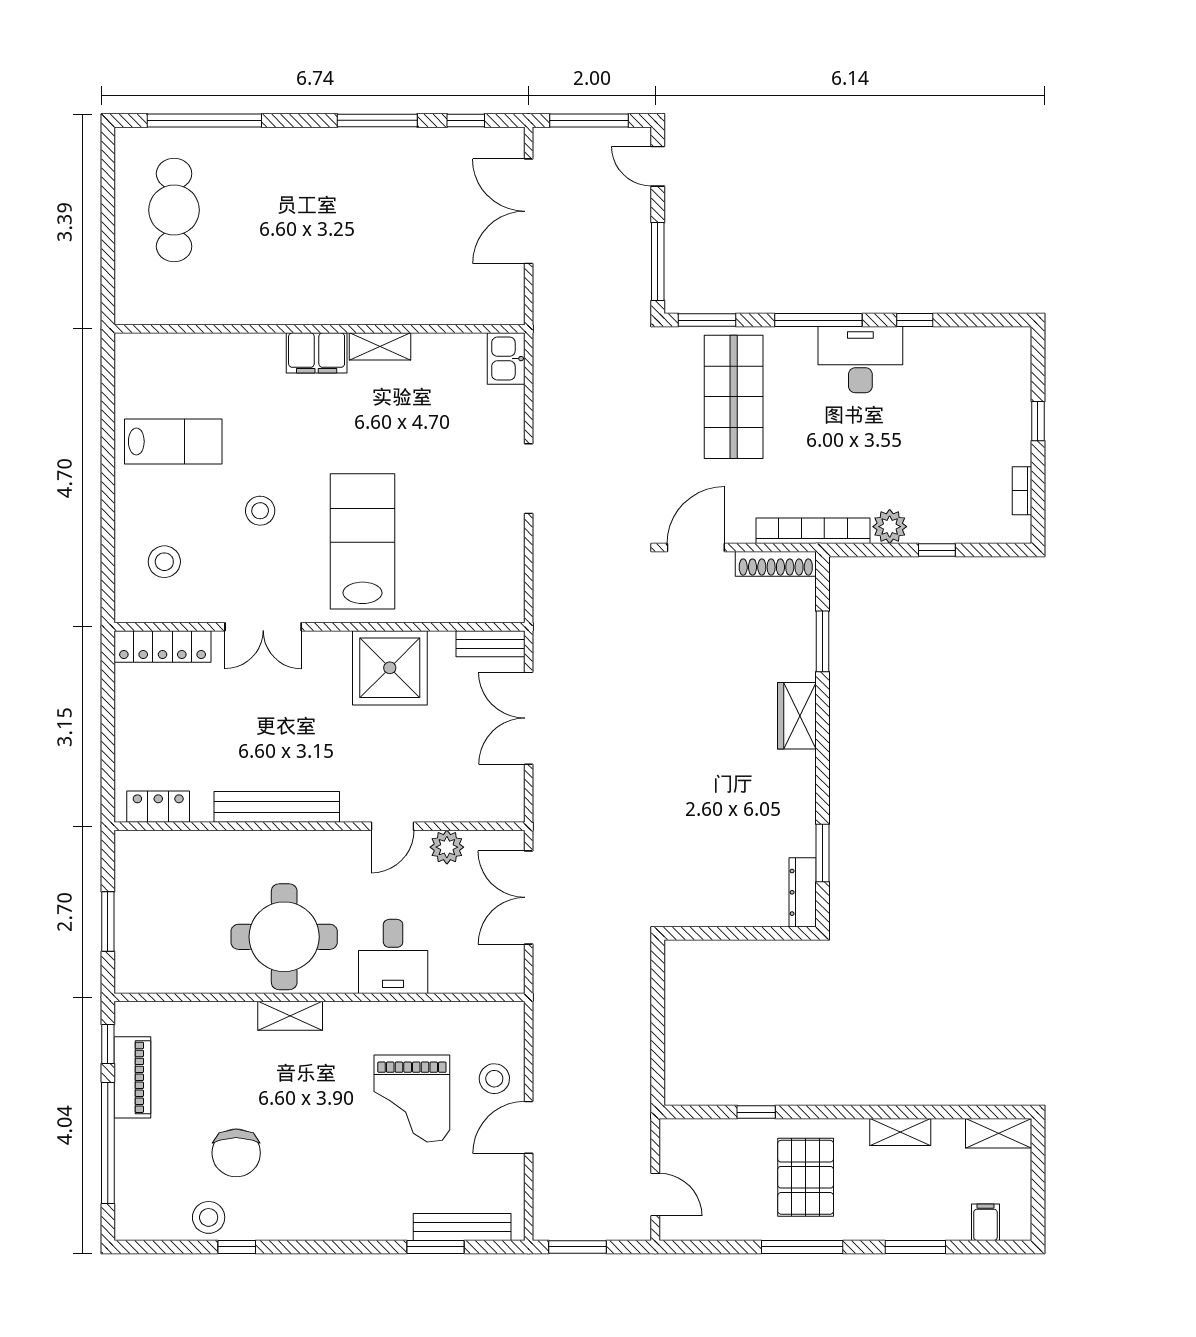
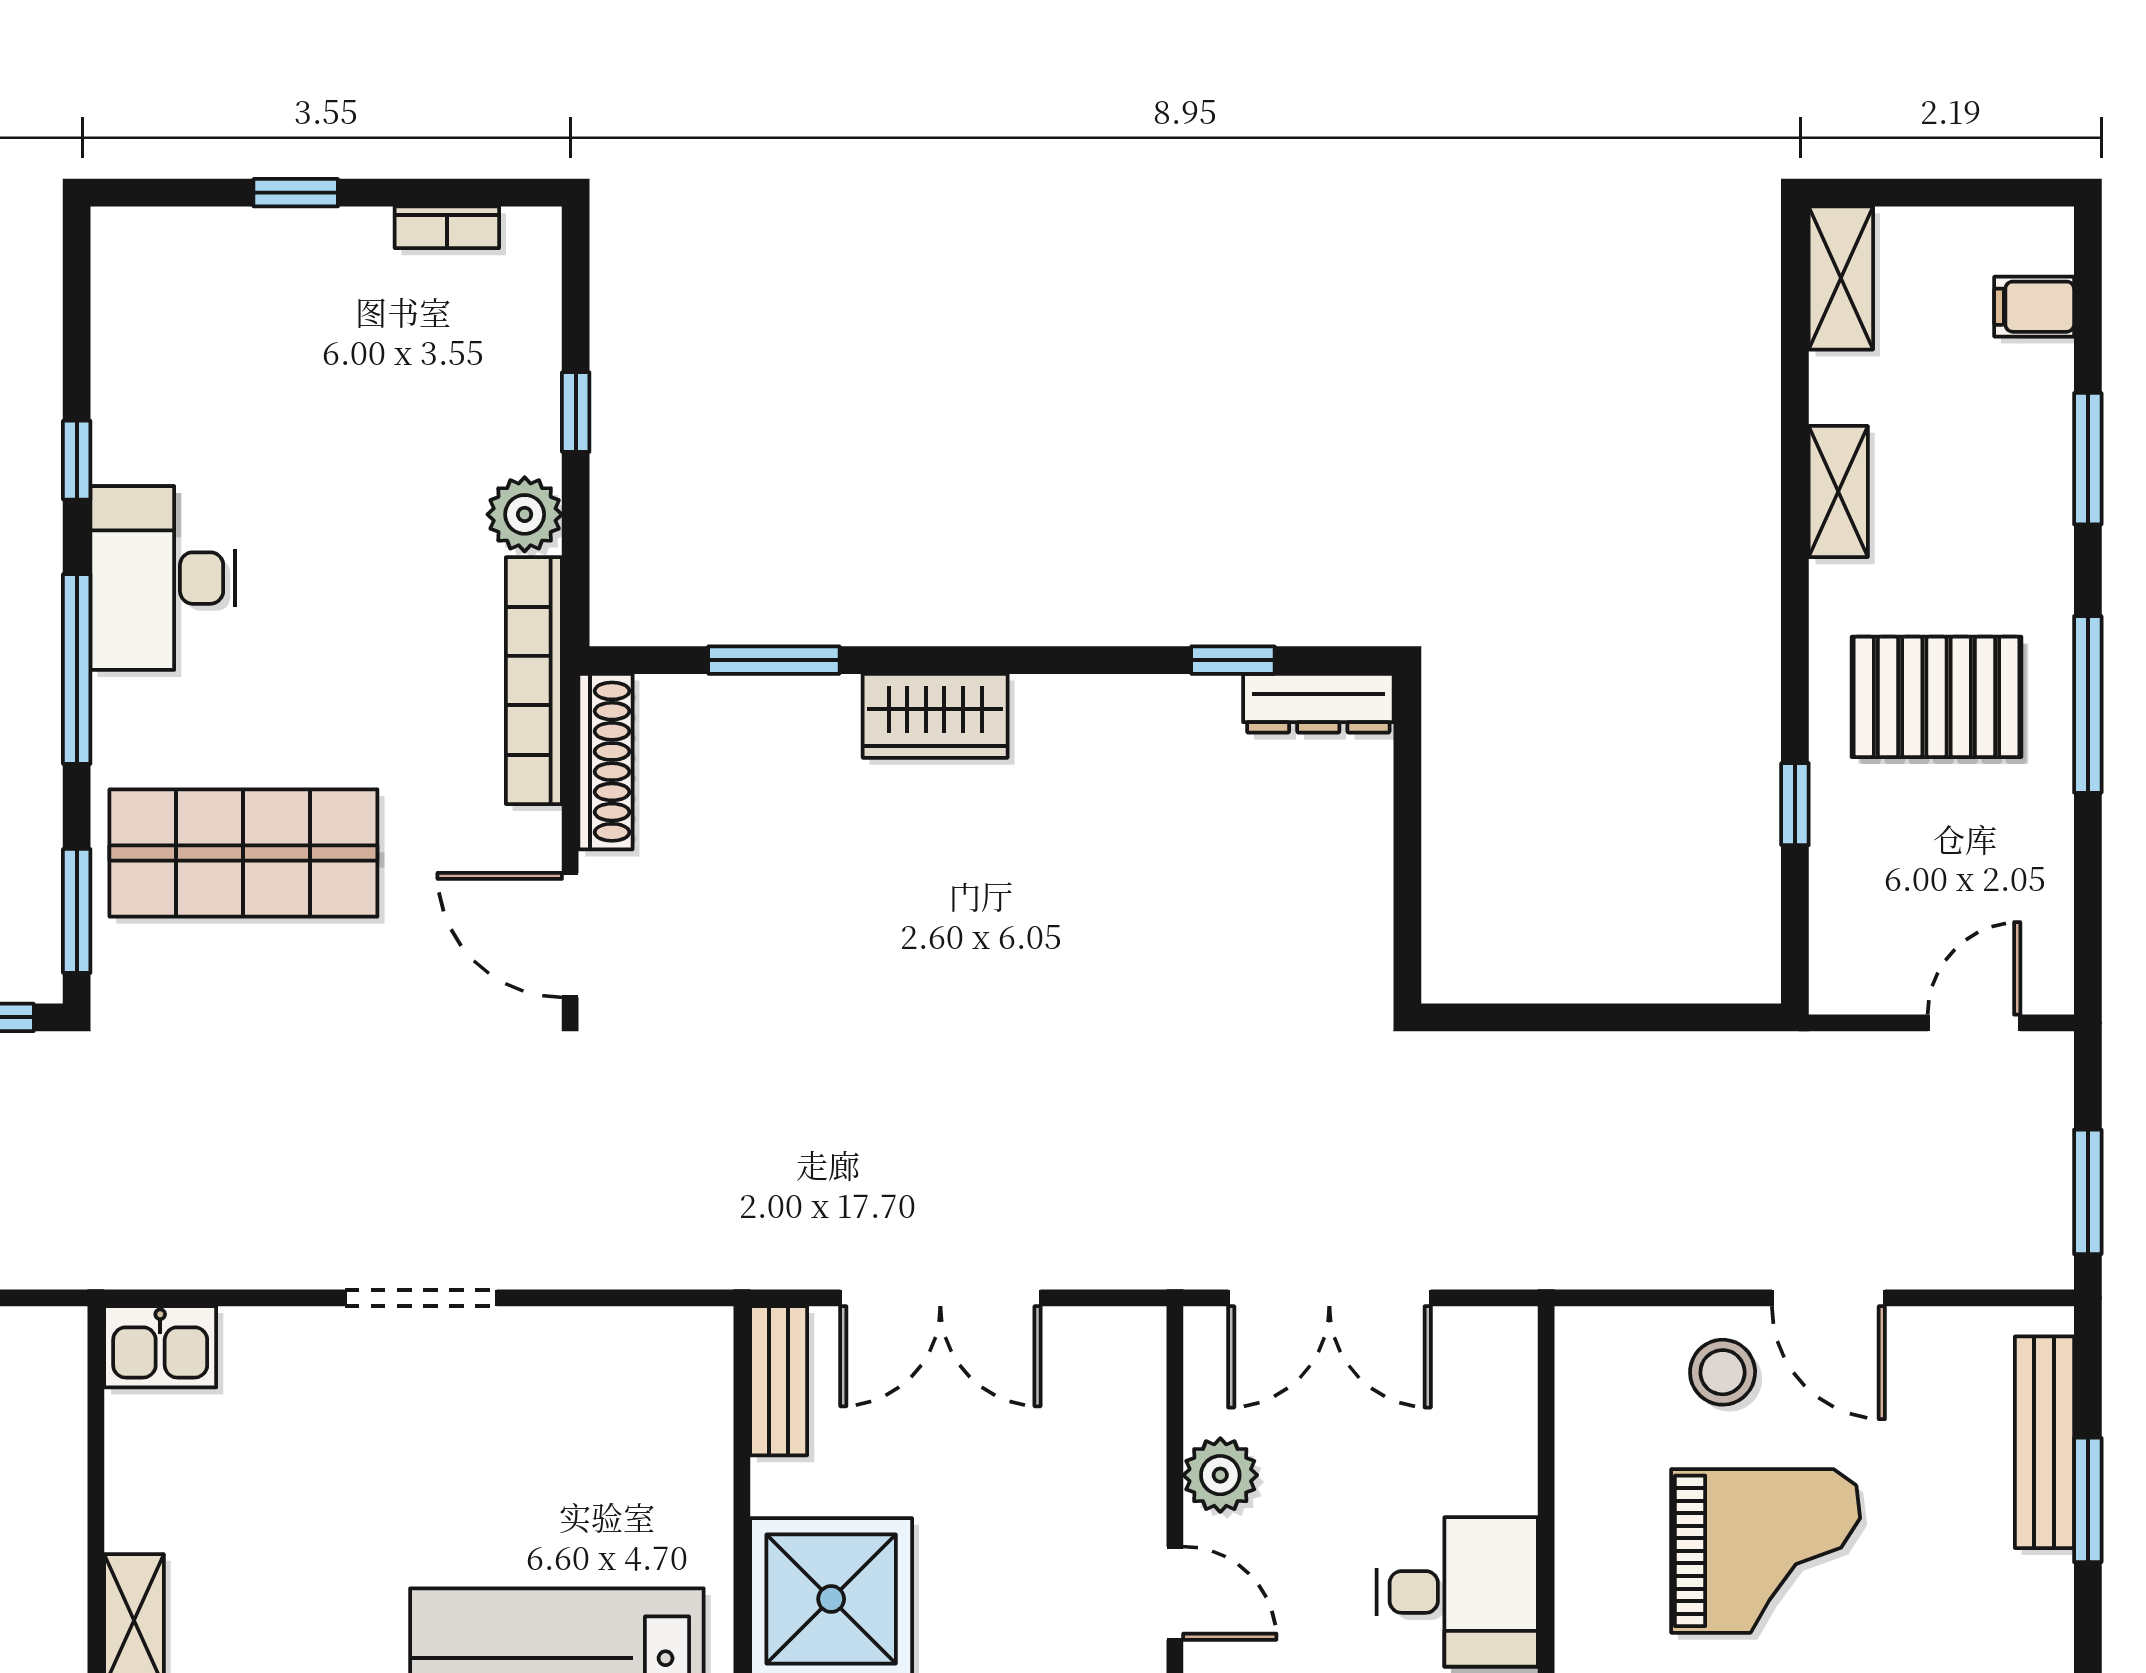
window: (823, 853) -> (1233, 660), width x0.67

